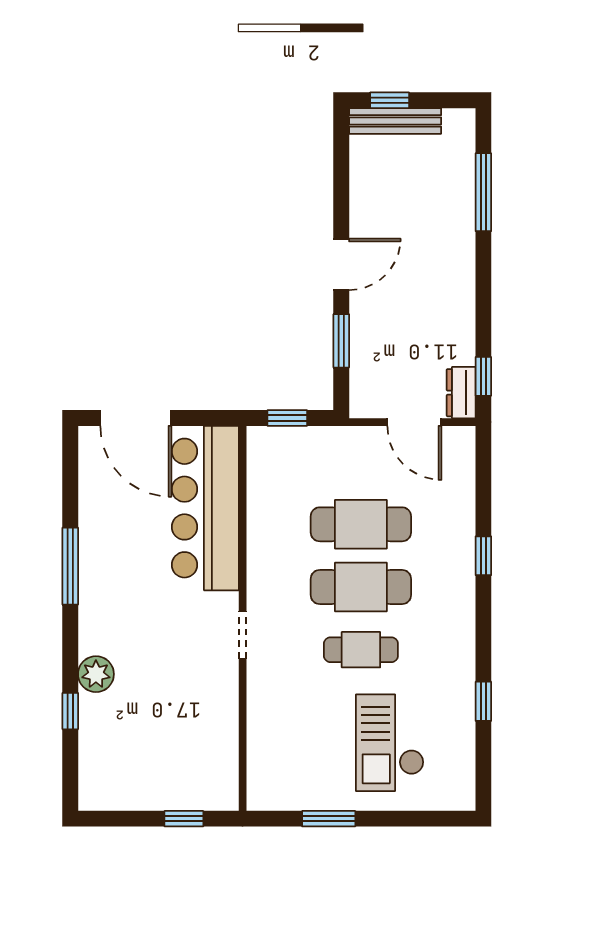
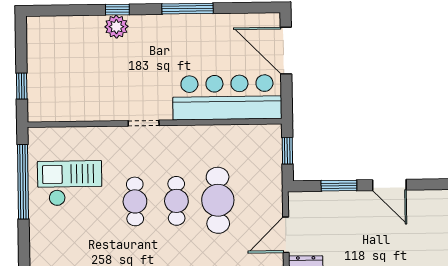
door: (136, 418) -> (286, 51), hinge flipped
cafe table: (361, 587) -> (176, 201), width x0.73, depth x0.74
window: (70, 711) -> (117, 10), moved
checkout: (390, 743) -> (70, 183), moved
window: (329, 819) -> (23, 182), width x2.11

